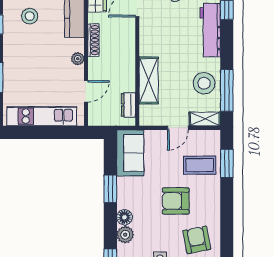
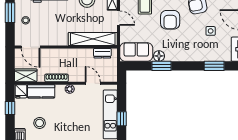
shelving: (149, 80) -> (93, 39), width x1.47
window: (36, 132) -> (122, 119), added
floor lamp: (124, 217) -> (159, 56), moved
plant: (125, 235) -> (194, 55), removed

